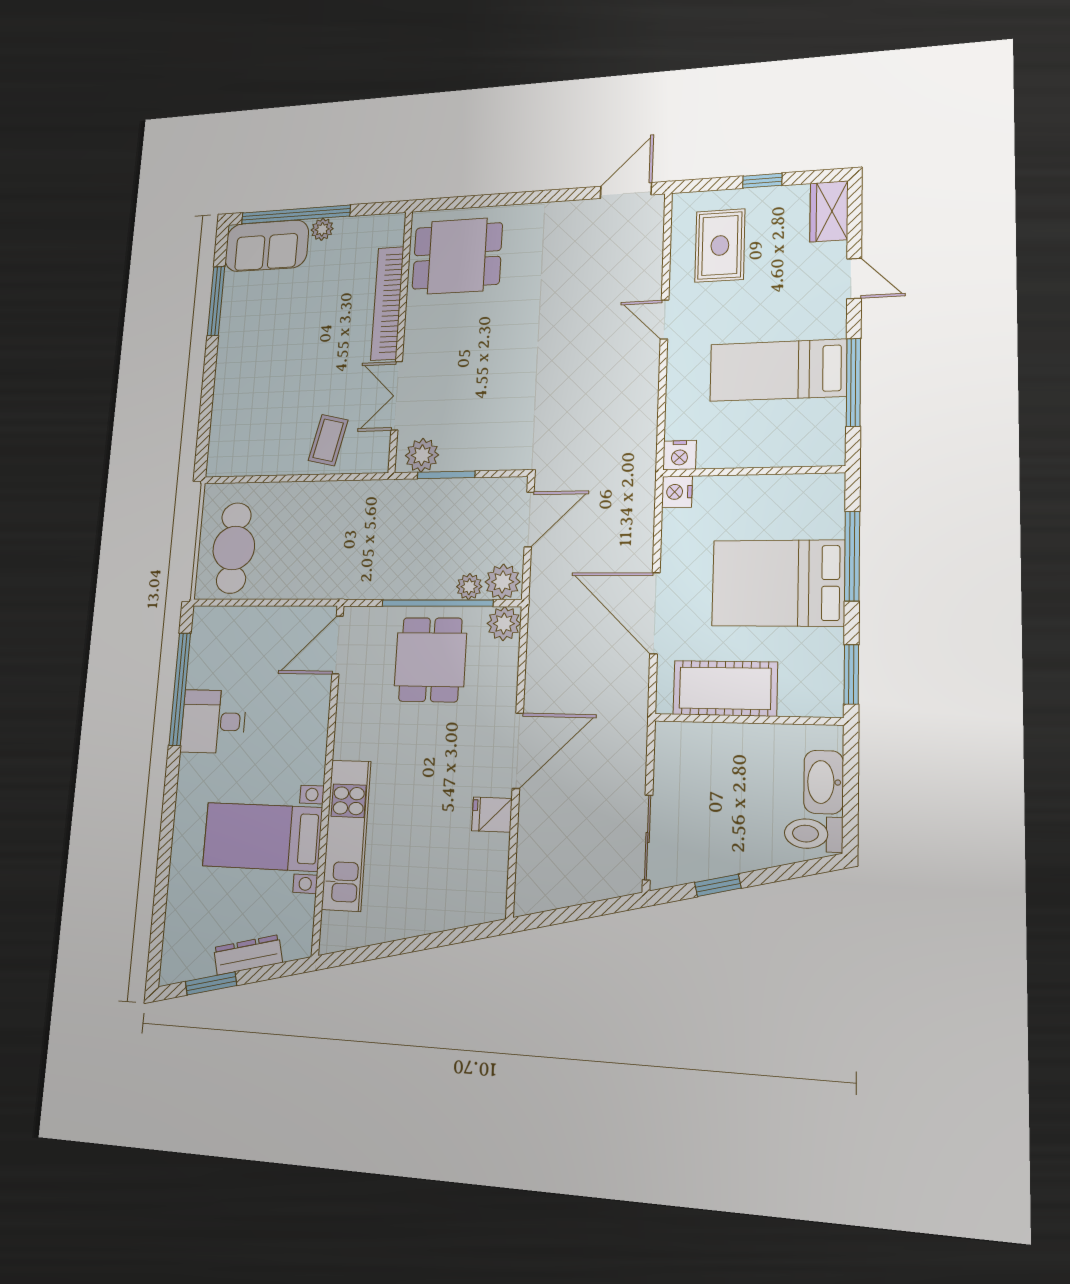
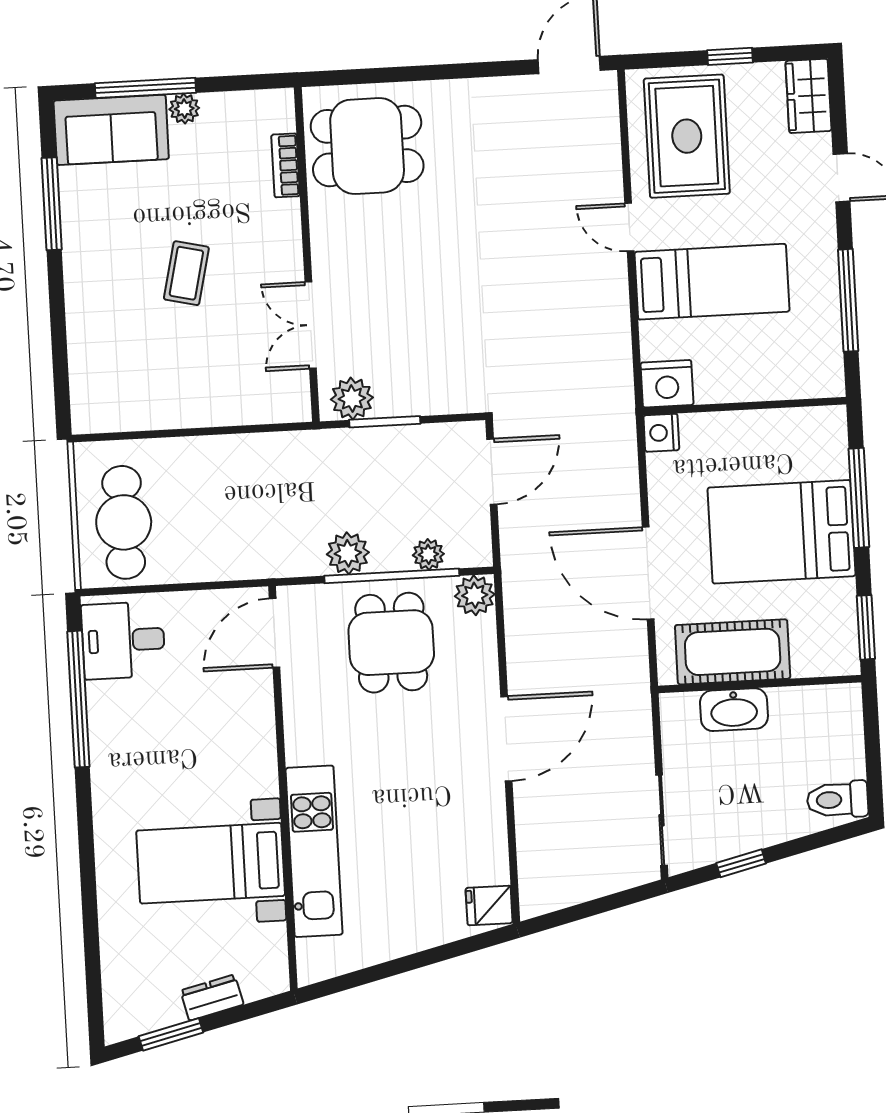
window: (296, 214) -> (145, 88), width x0.68
rug: (720, 245) -> (687, 136), width x1.36, depth x1.43
bookcase: (387, 303) -> (286, 165), width x0.43, depth x0.76
bed: (778, 370) -> (712, 282), moved, turned 180
coffee table: (328, 440) -> (186, 273), moved
nightstand: (680, 455) -> (667, 384), width x1.36, depth x1.33
plant: (503, 582) -> (348, 553), moved
desk: (213, 721) -> (123, 640), moved
washbasin: (824, 782) -> (734, 710), moved, turned -90
fridge: (492, 815) -> (489, 906), moved
dresser: (248, 955) -> (212, 998), width x0.70

